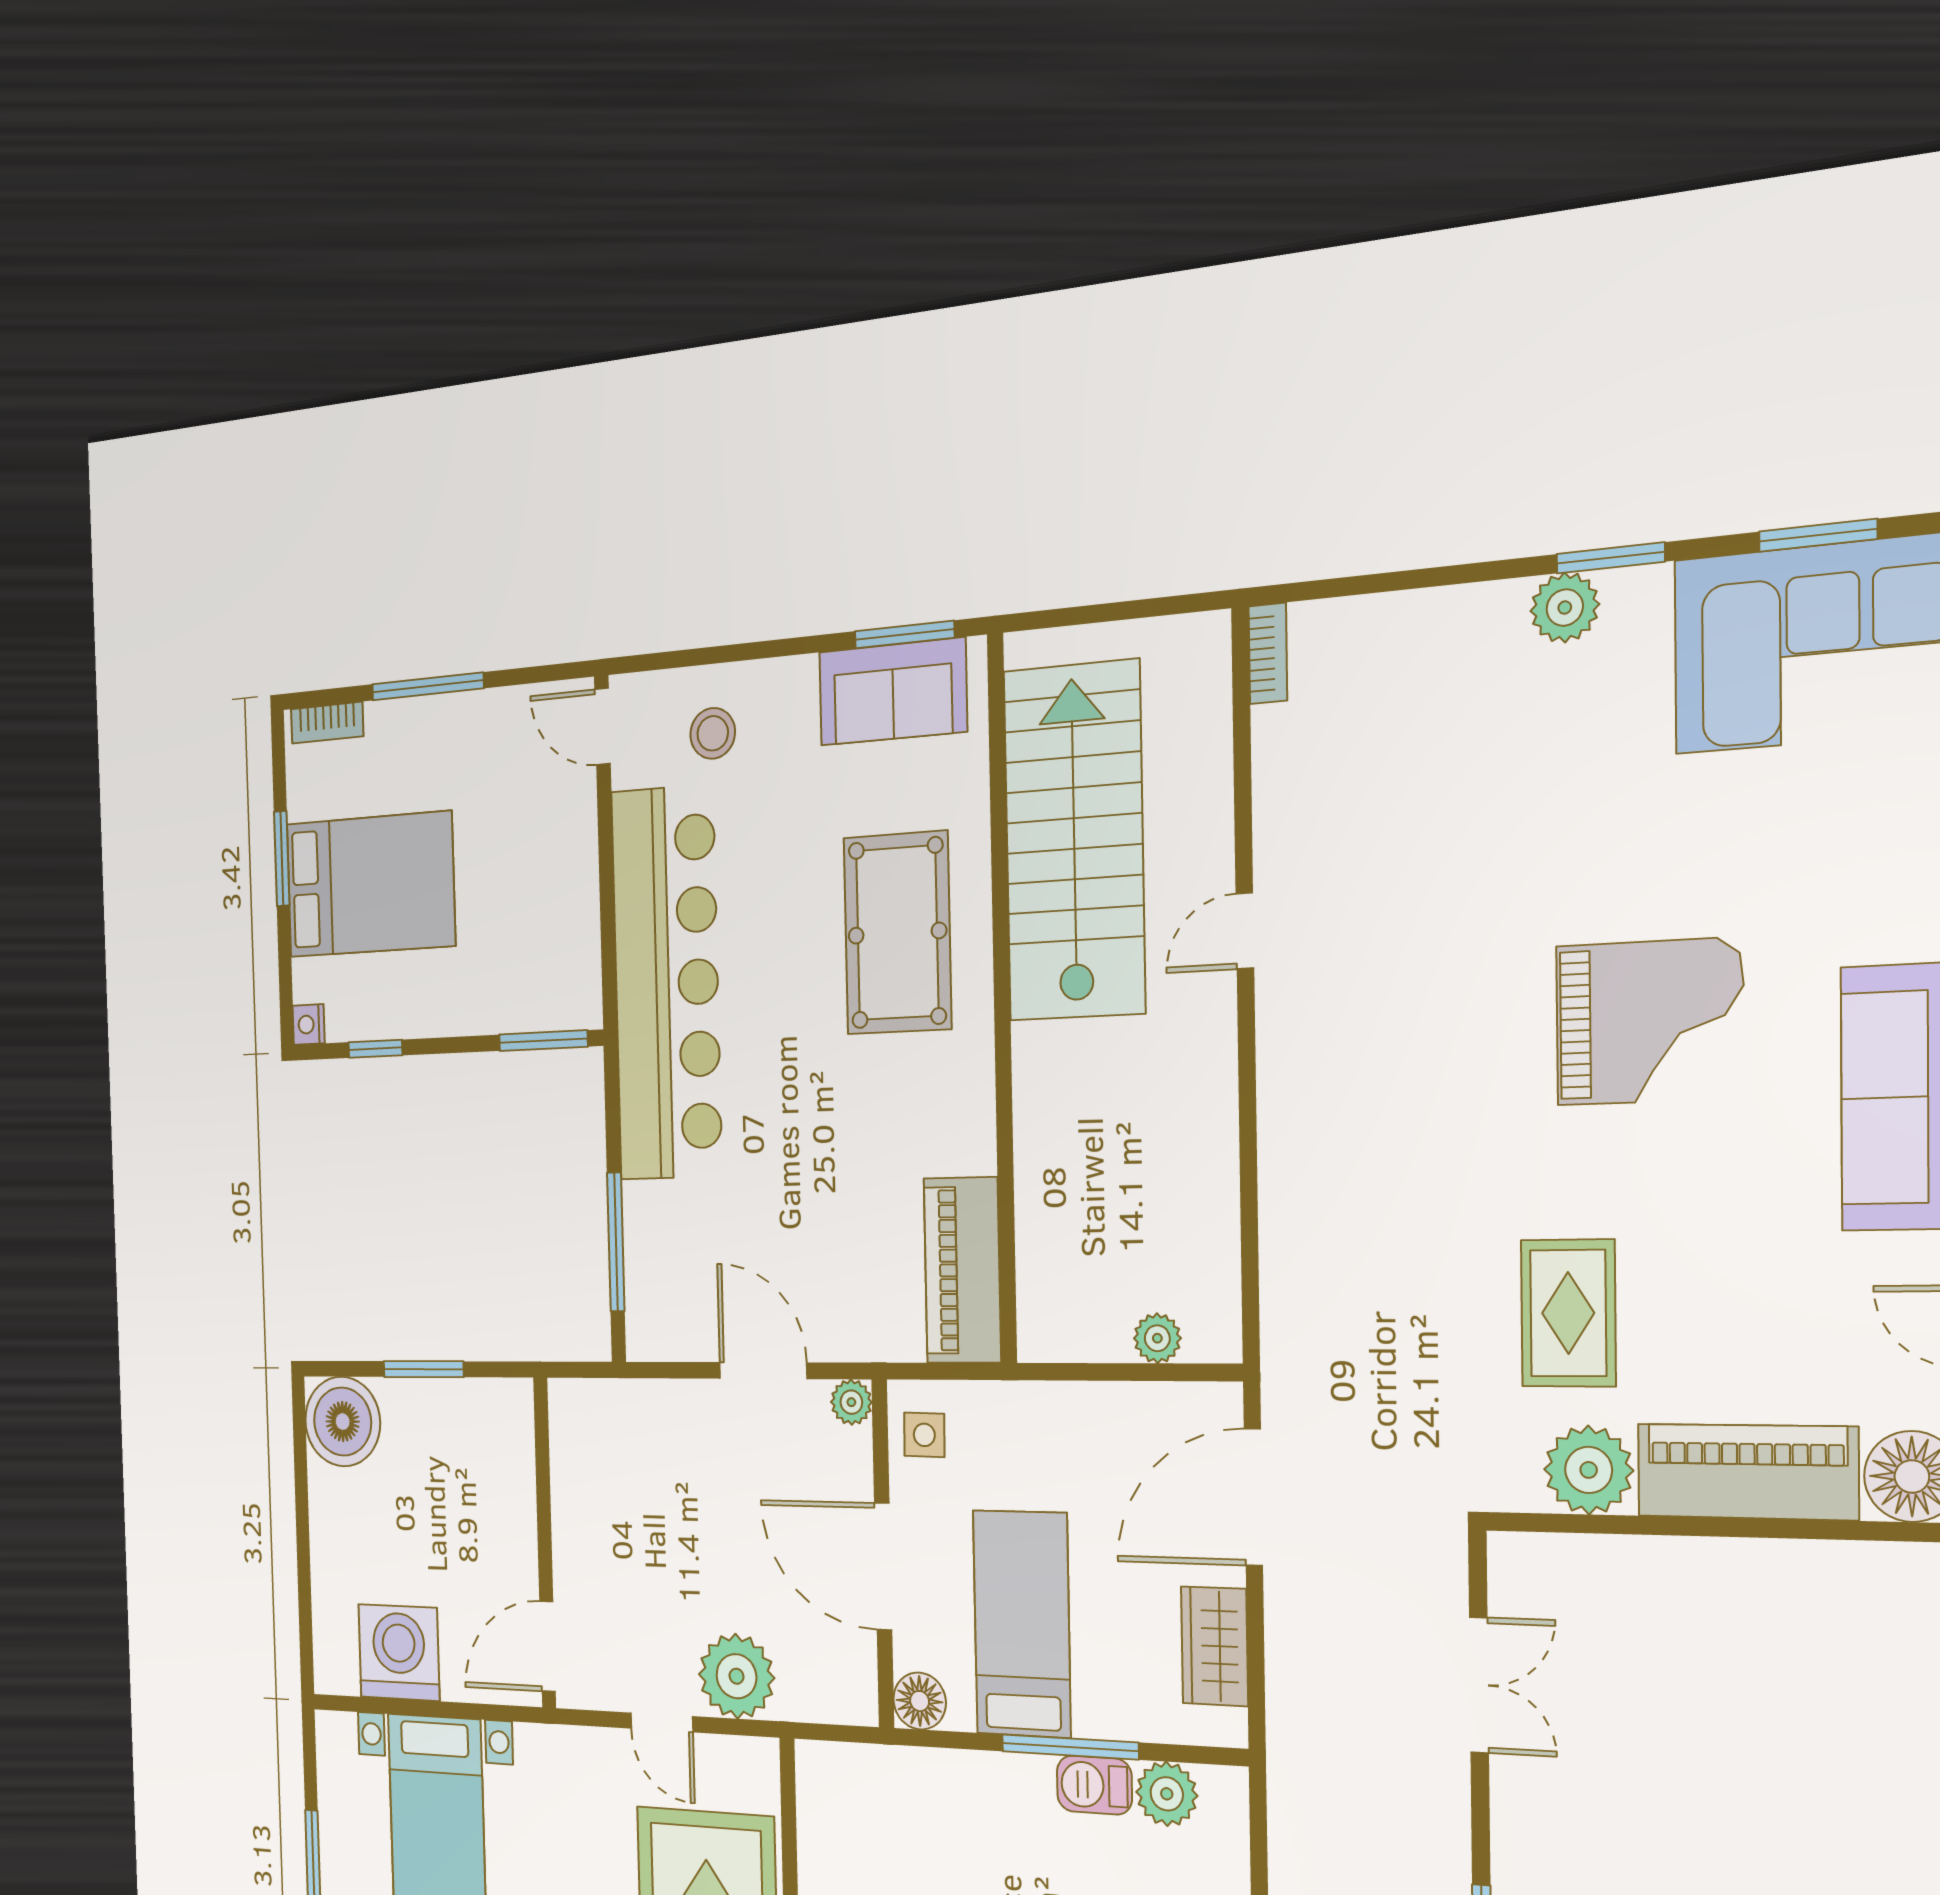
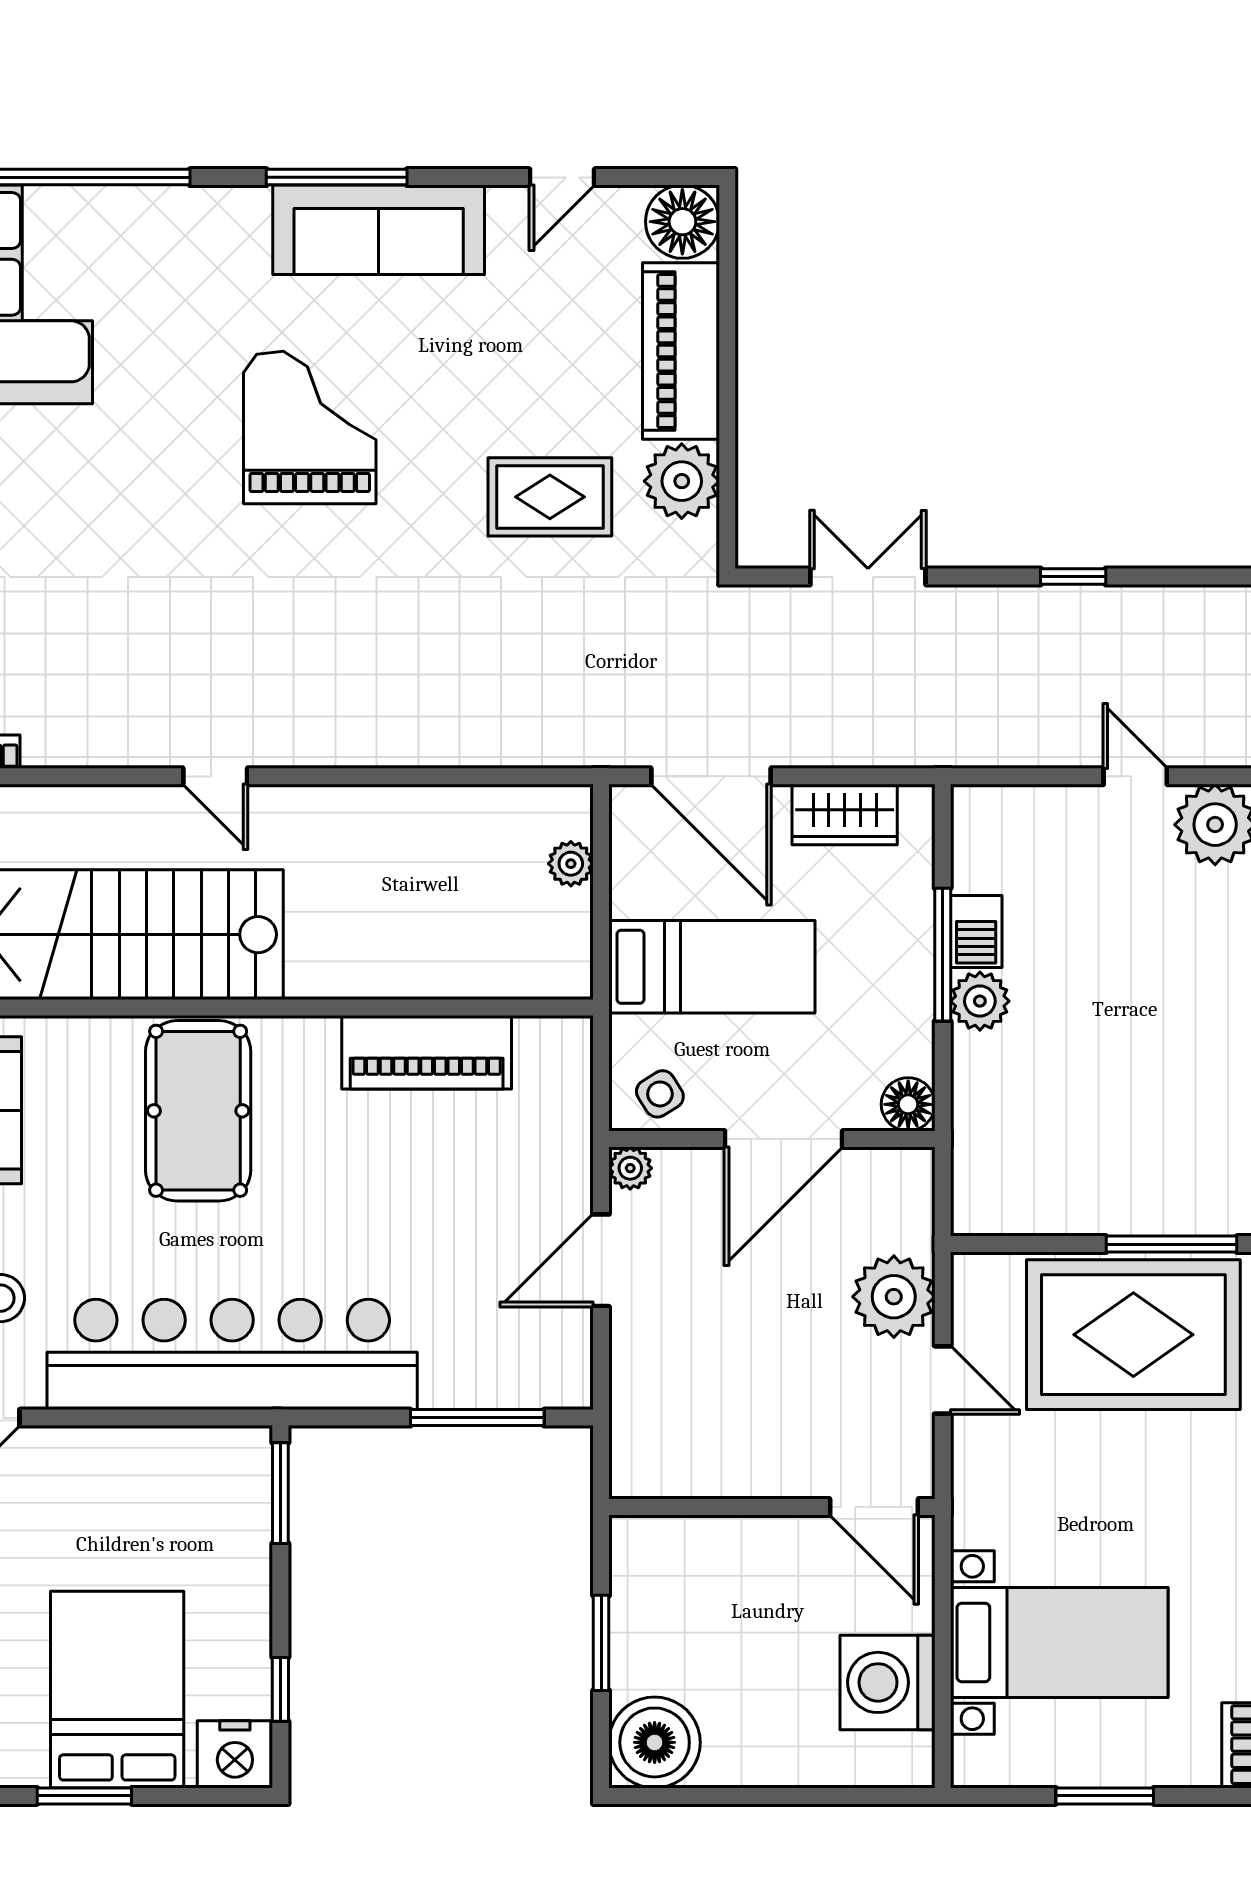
pool table: (897, 933) -> (198, 1111), turned 90
nightstand: (309, 1024) -> (235, 1754), width x1.89, depth x1.79
piano: (962, 1270) -> (427, 1052), moved
side table: (924, 1435) -> (660, 1094), turned -33
bed: (1022, 1624) -> (712, 967), moved, turned 180
door: (662, 1722) -> (943, 1380), hinge flipped
plant: (1167, 1794) -> (980, 1001), moved

